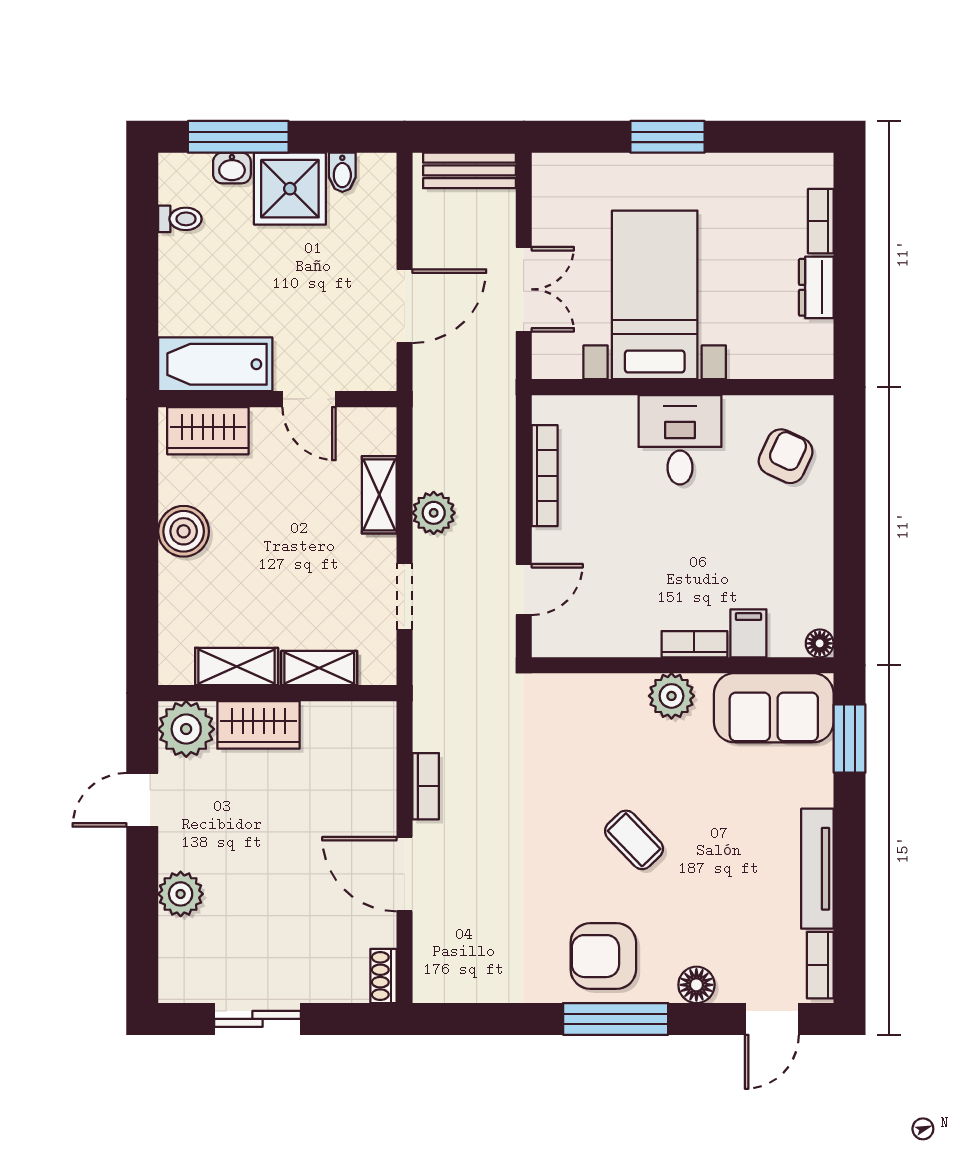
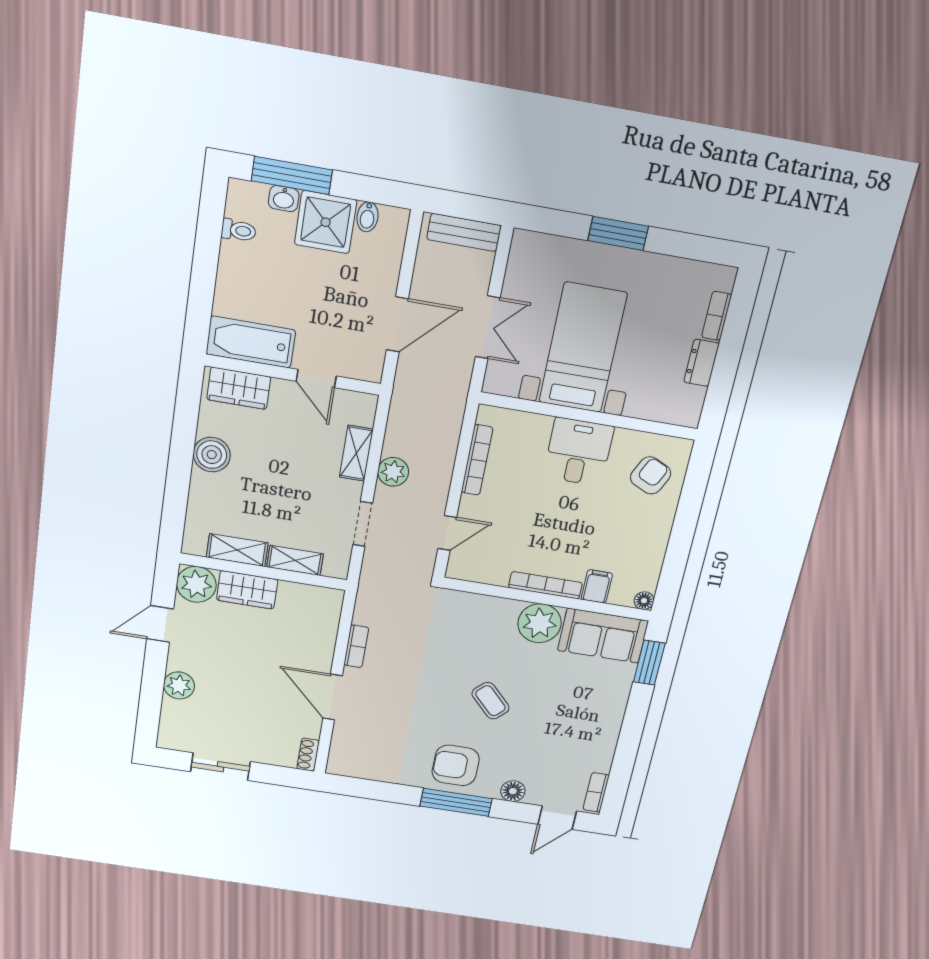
bookcase: (694, 644) -> (545, 585), width x1.56
plant: (671, 696) -> (540, 623), width x1.36, depth x1.36
tv unit: (817, 869) -> (608, 737), removed

